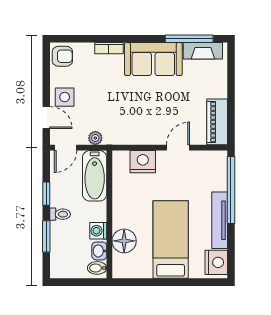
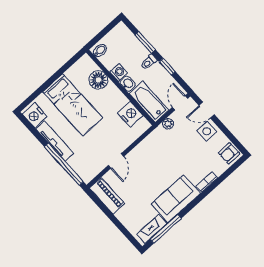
nightstand: (143, 162) -> (130, 114), moved, turned -90
washbasin: (99, 251) -> (128, 84), moved

